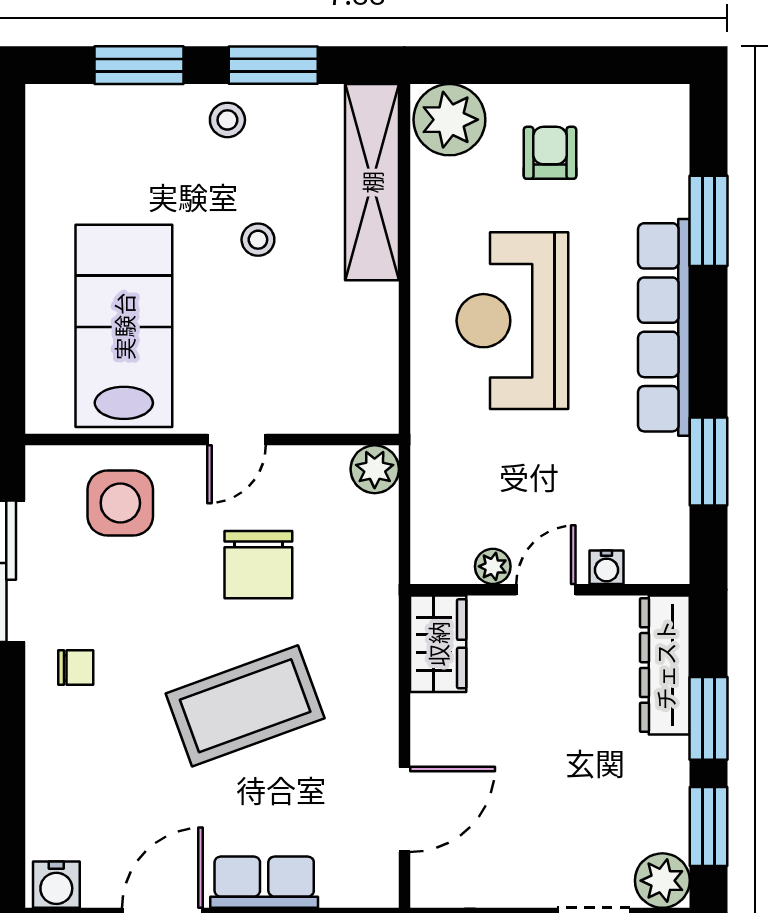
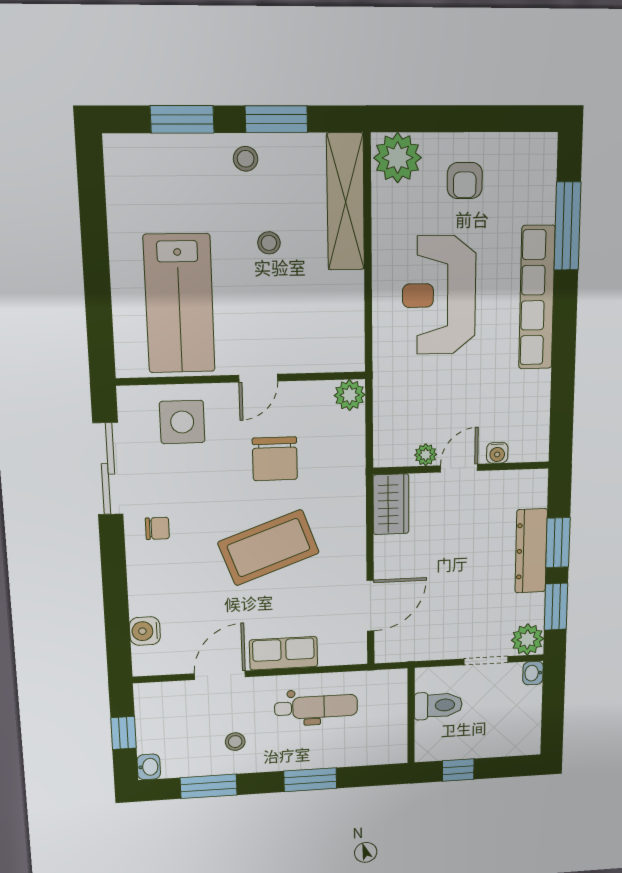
armchair: (550, 153) -> (465, 180), turned 180
window: (708, 221) -> (567, 226), width x1.44
lab bench: (124, 326) -> (179, 304), turned 180
window: (708, 461) -> (563, 384), removed
dresser: (665, 665) -> (531, 551), moved
water cooler: (56, 885) -> (145, 631), moved, turned 90

